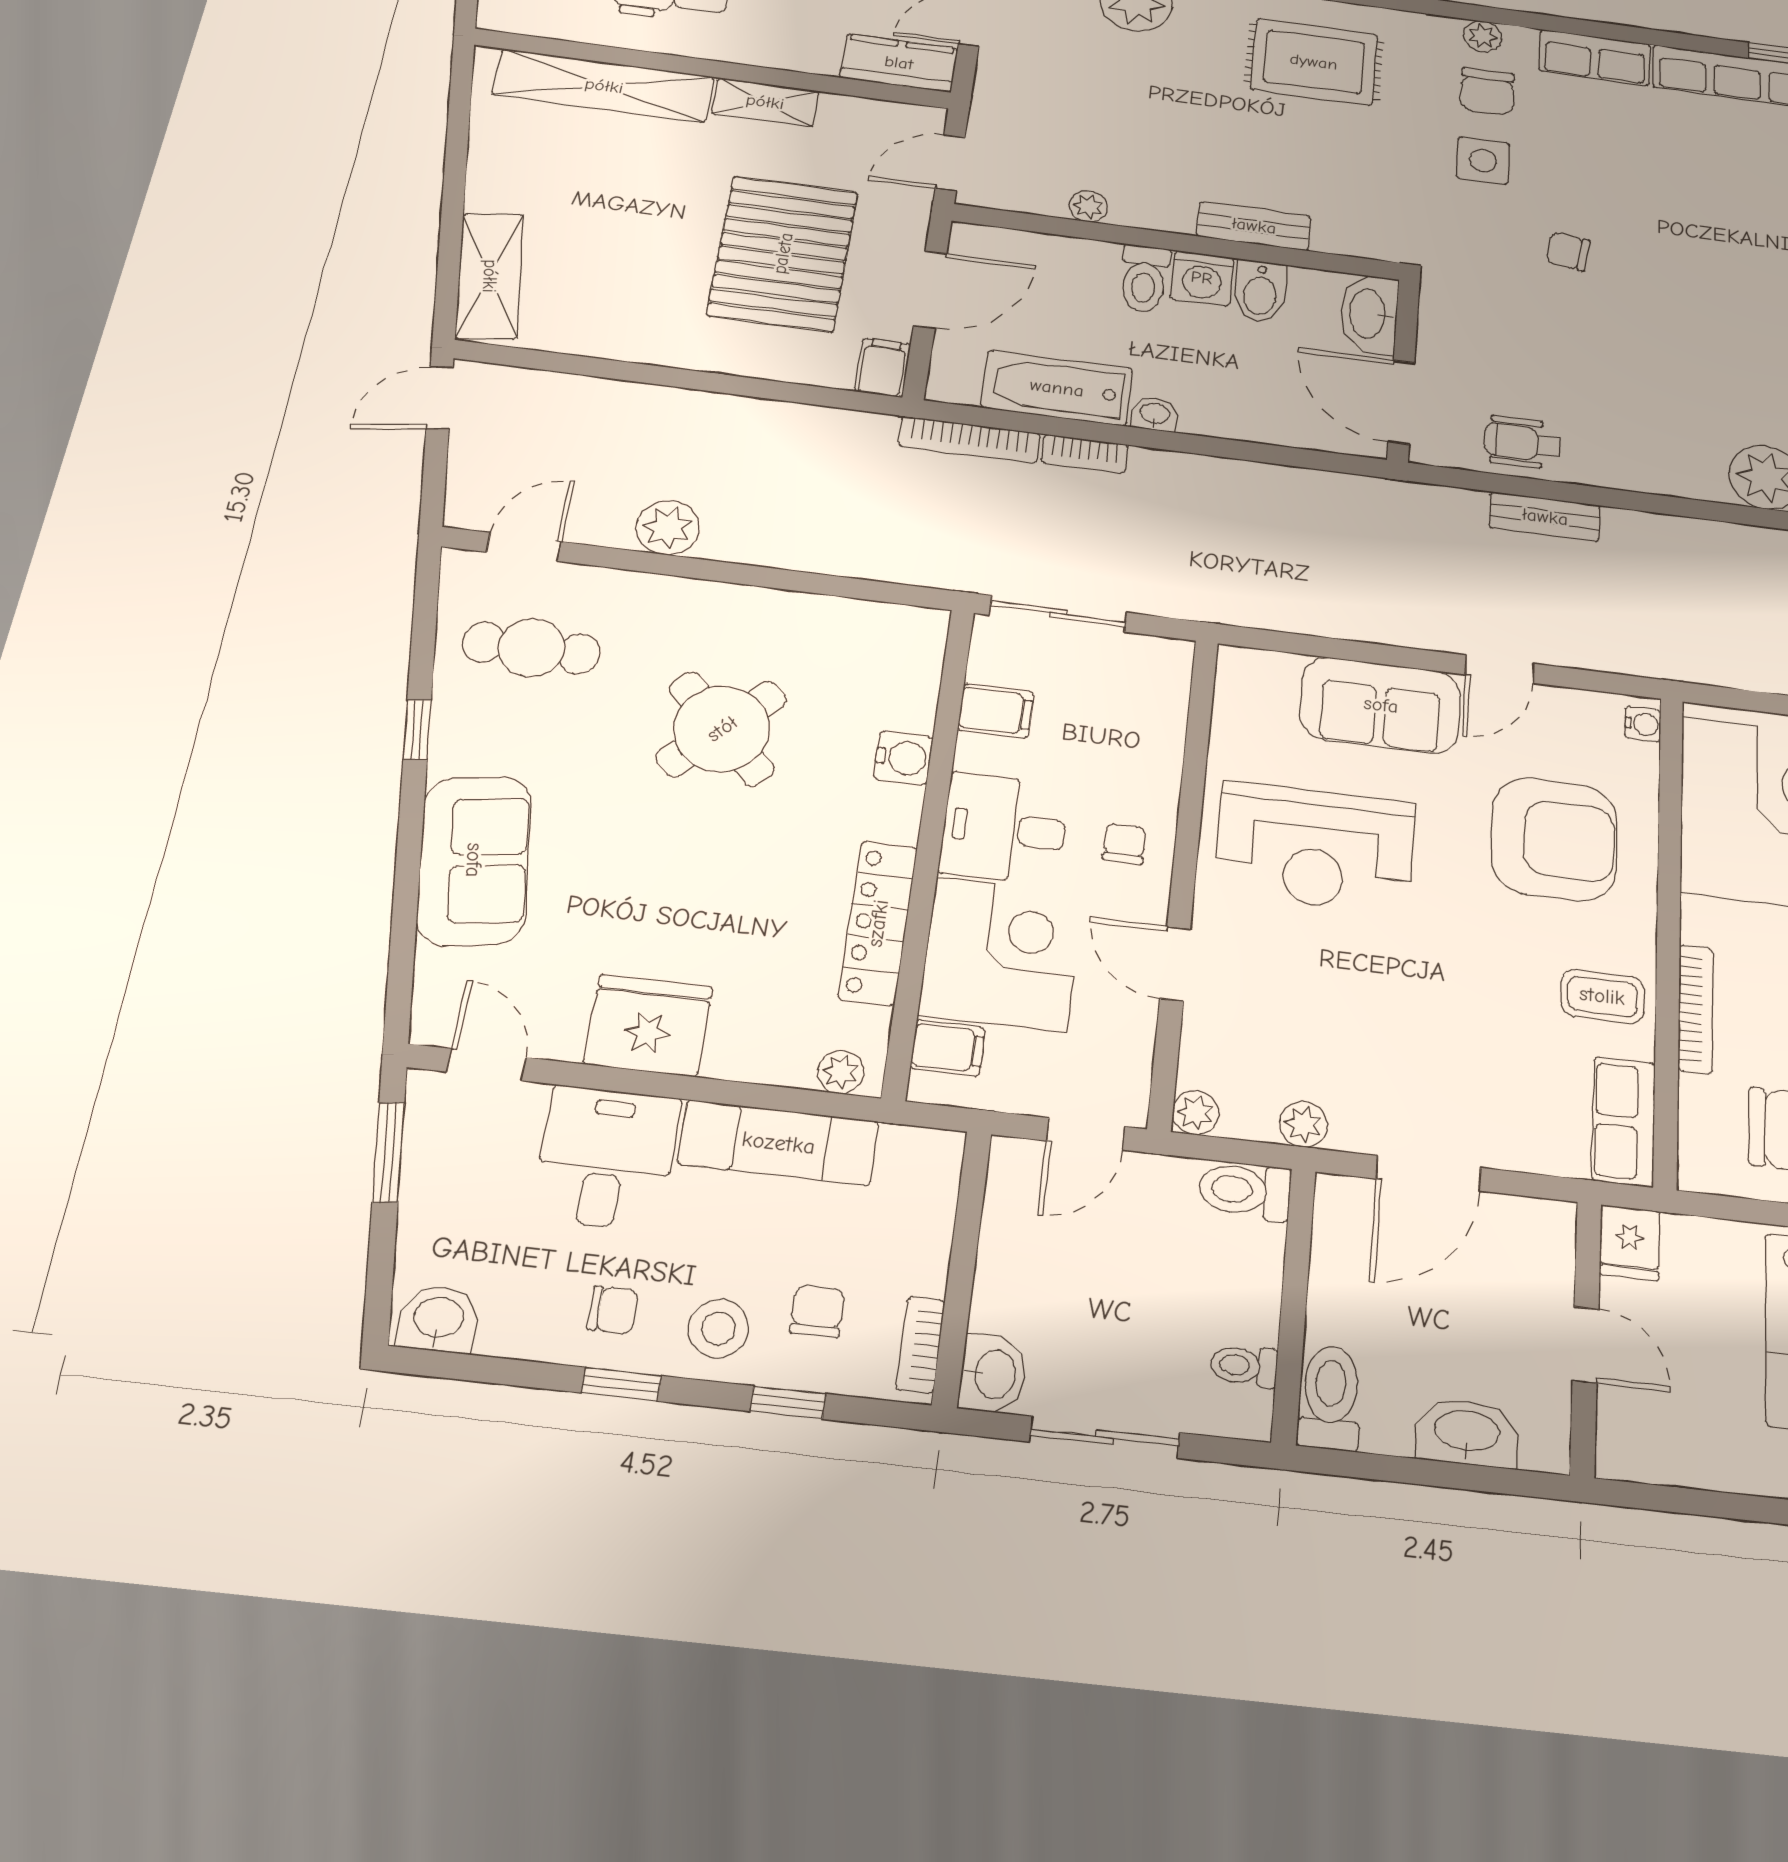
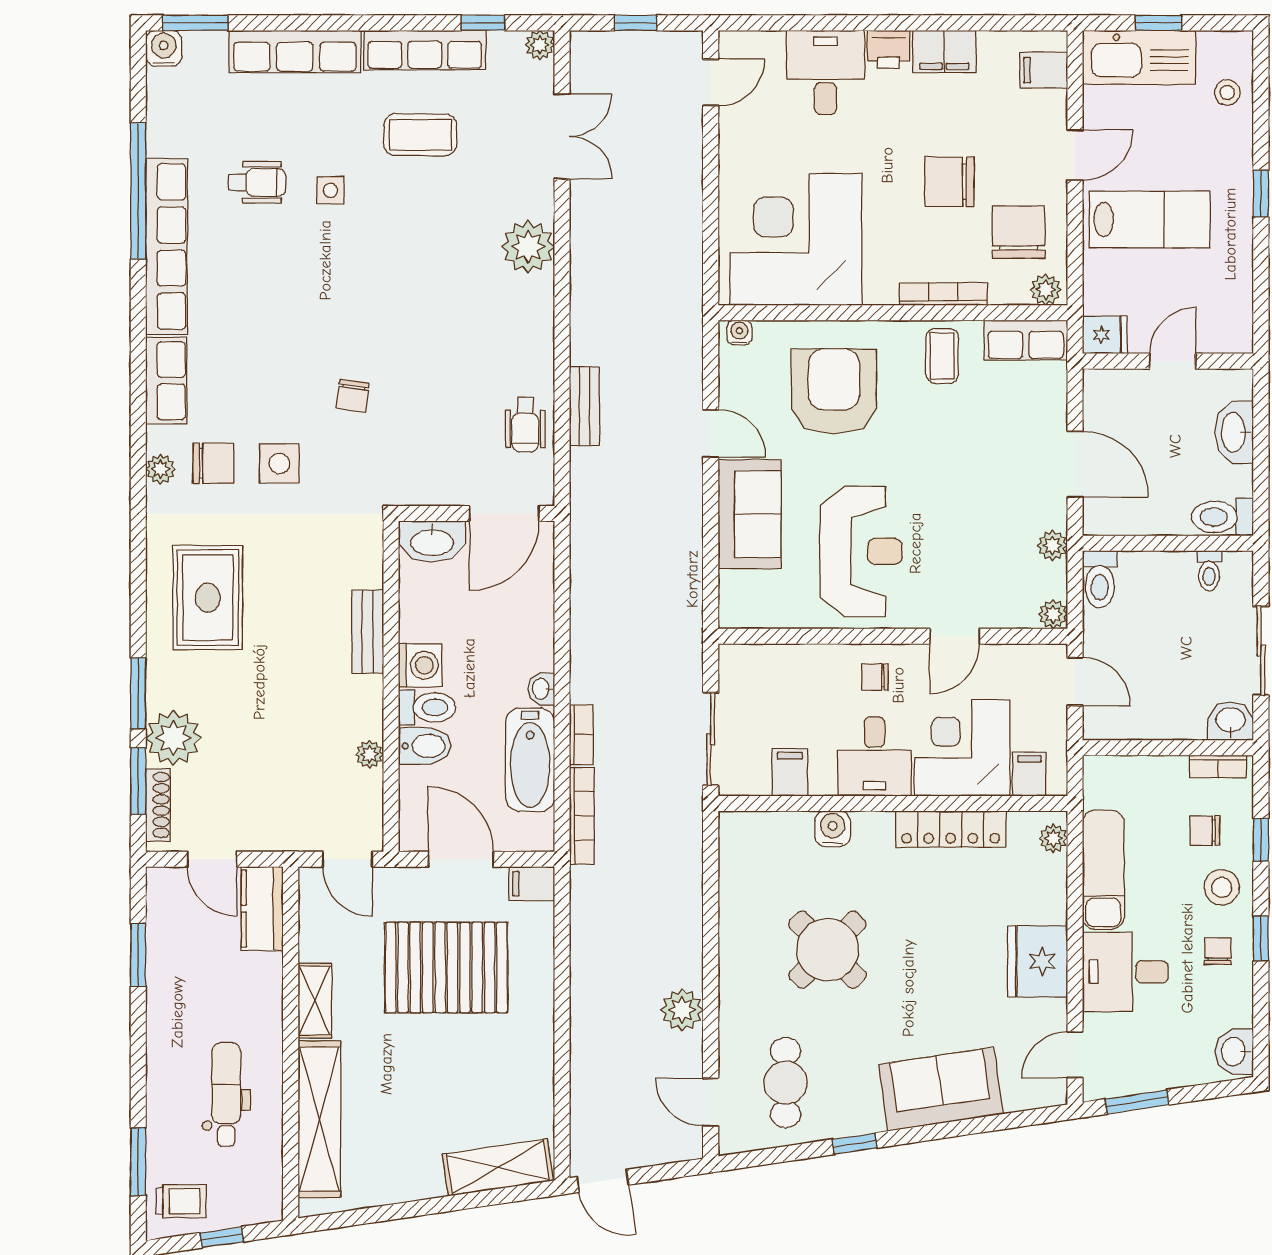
bidet: (1260, 291) -> (425, 746), moved
plant: (1701, 1160) -> (1046, 290), added

